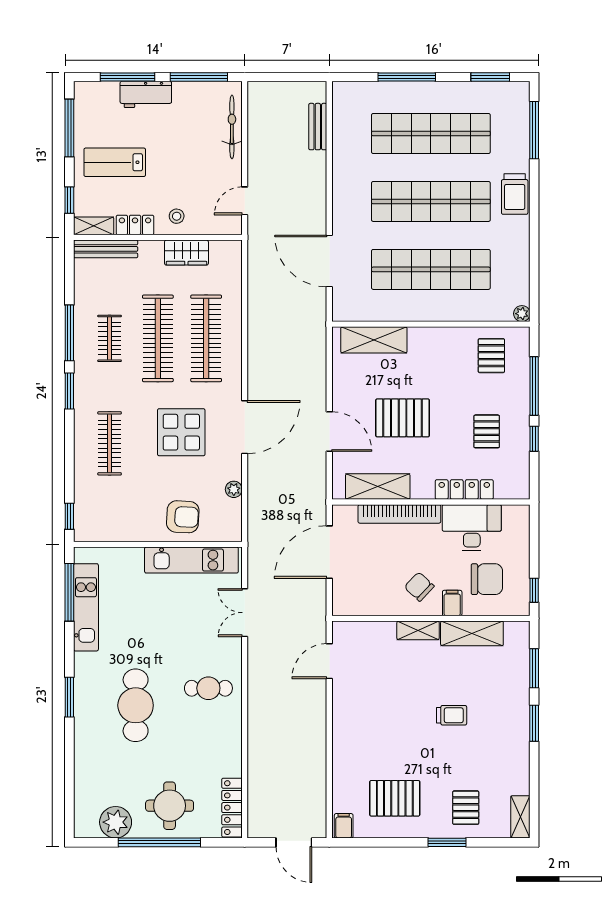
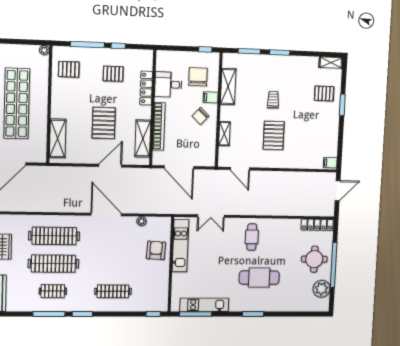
display table: (181, 432) -> (108, 251), removed
desk: (472, 528) -> (168, 84), width x0.73
shelving: (418, 630) -> (224, 134), moved
pallet: (395, 798) -> (274, 135), moved

